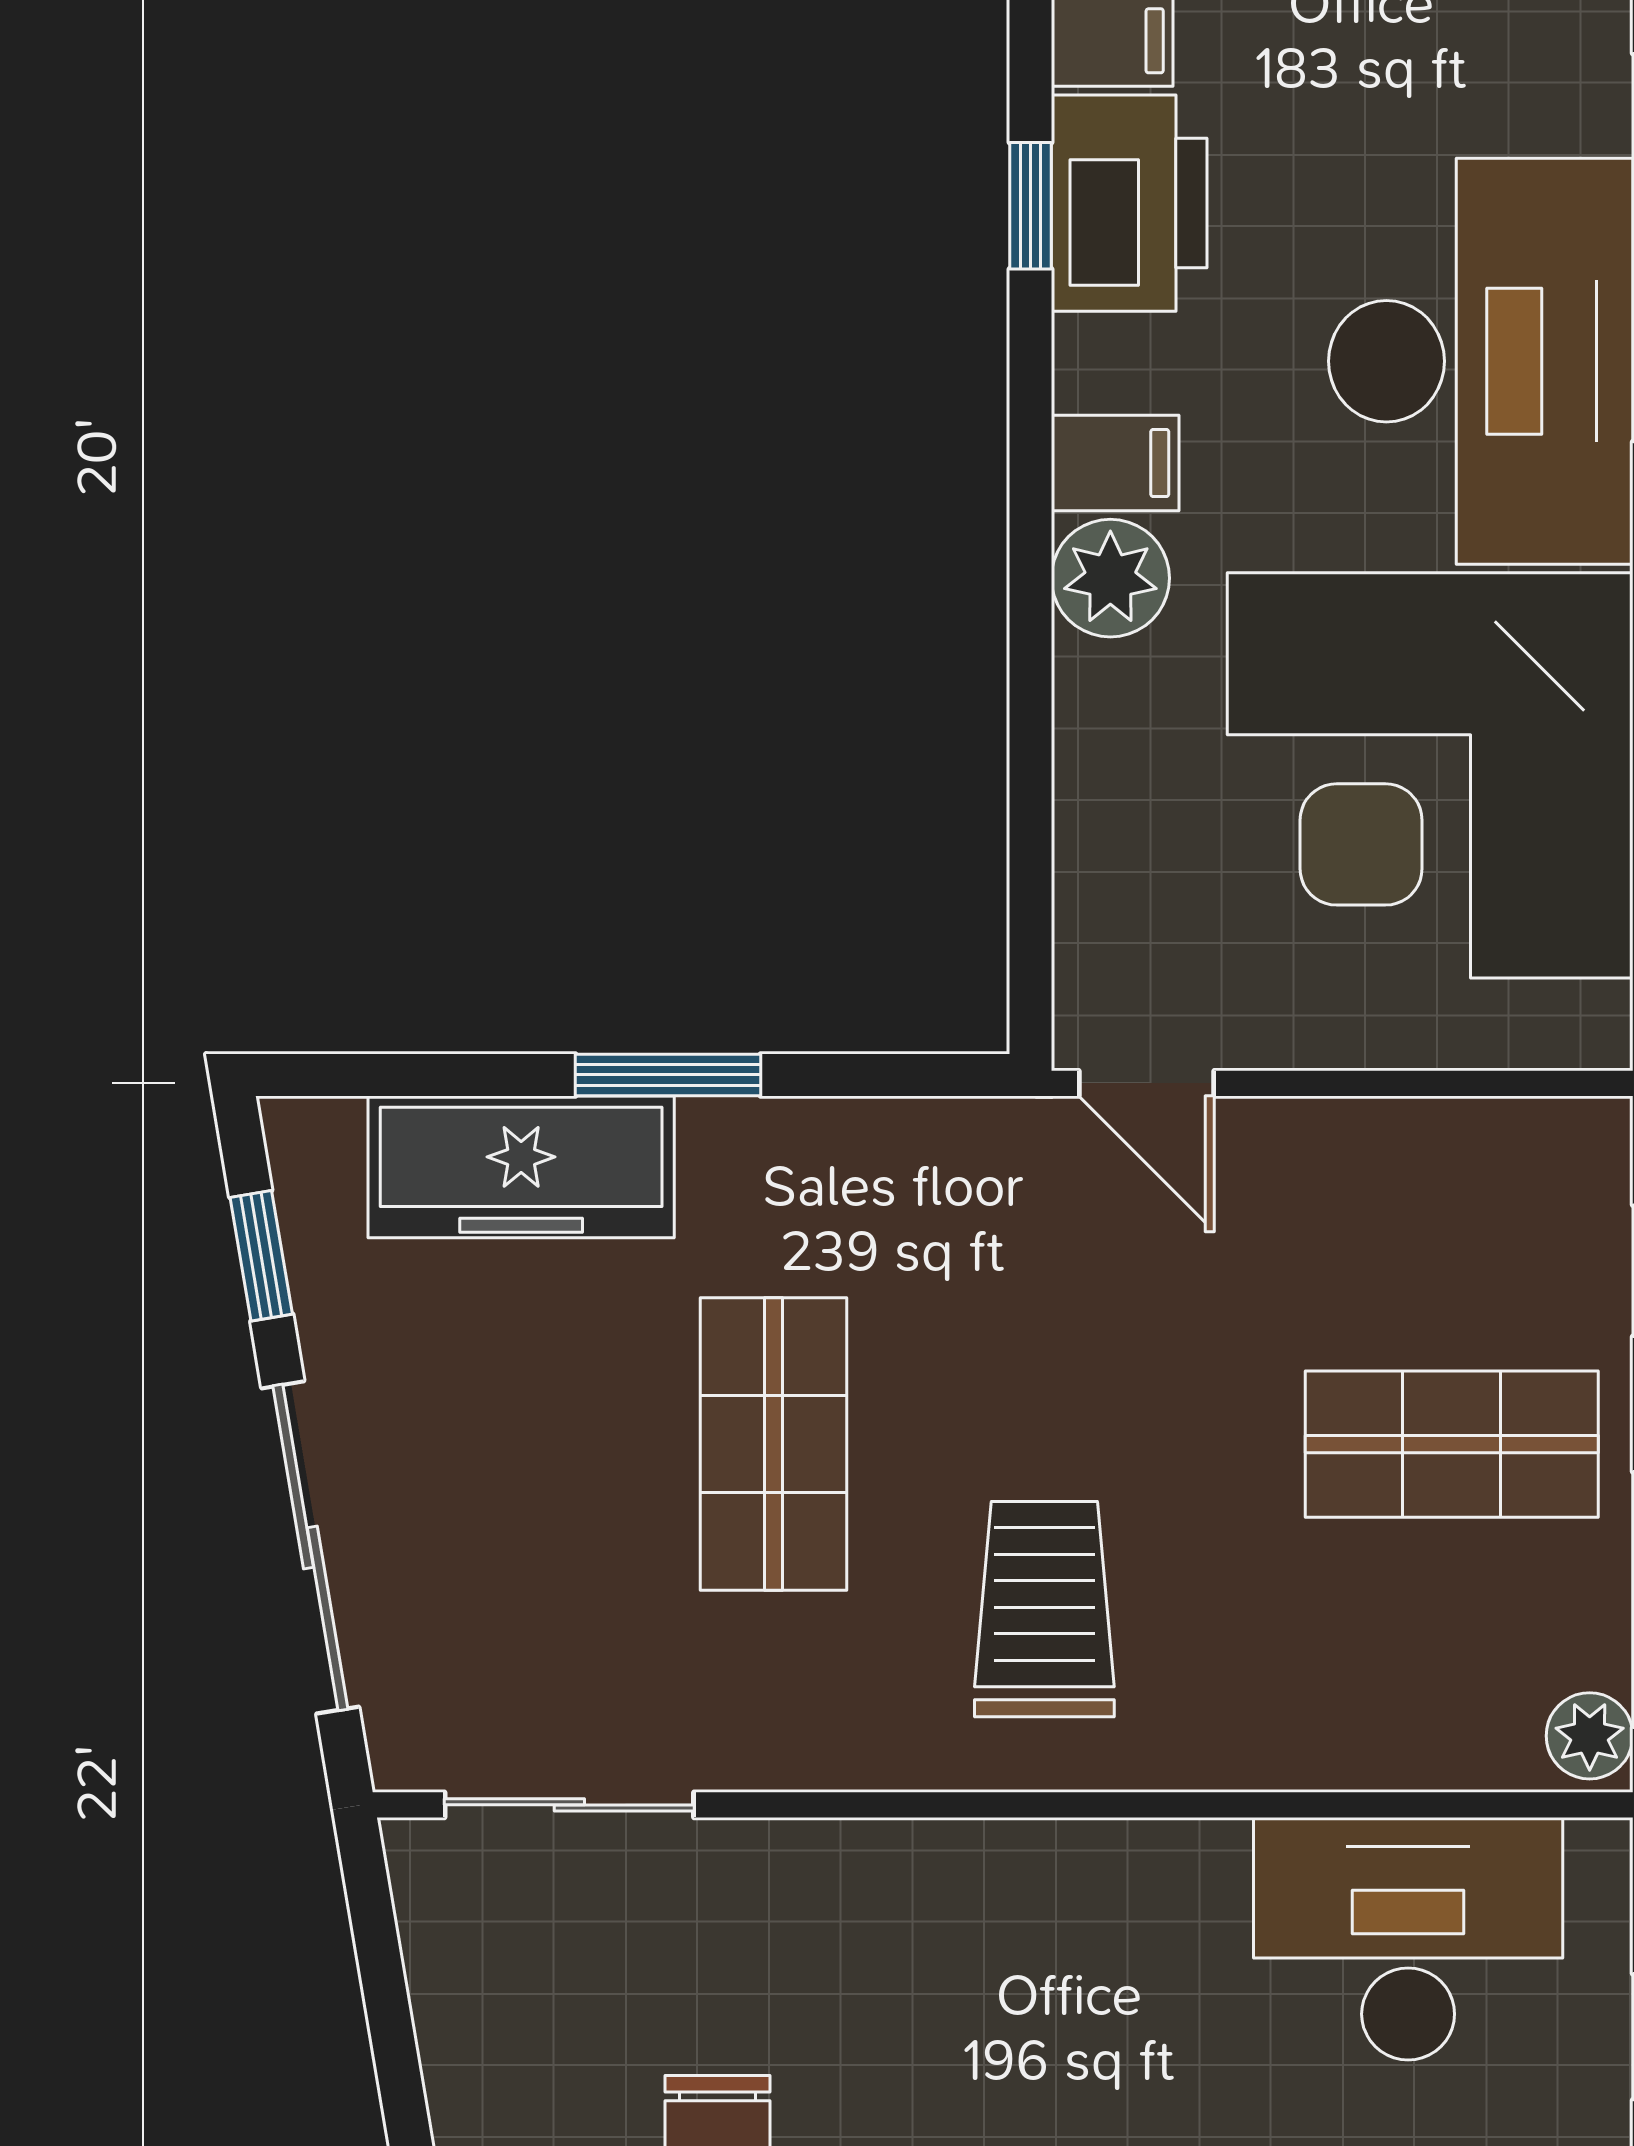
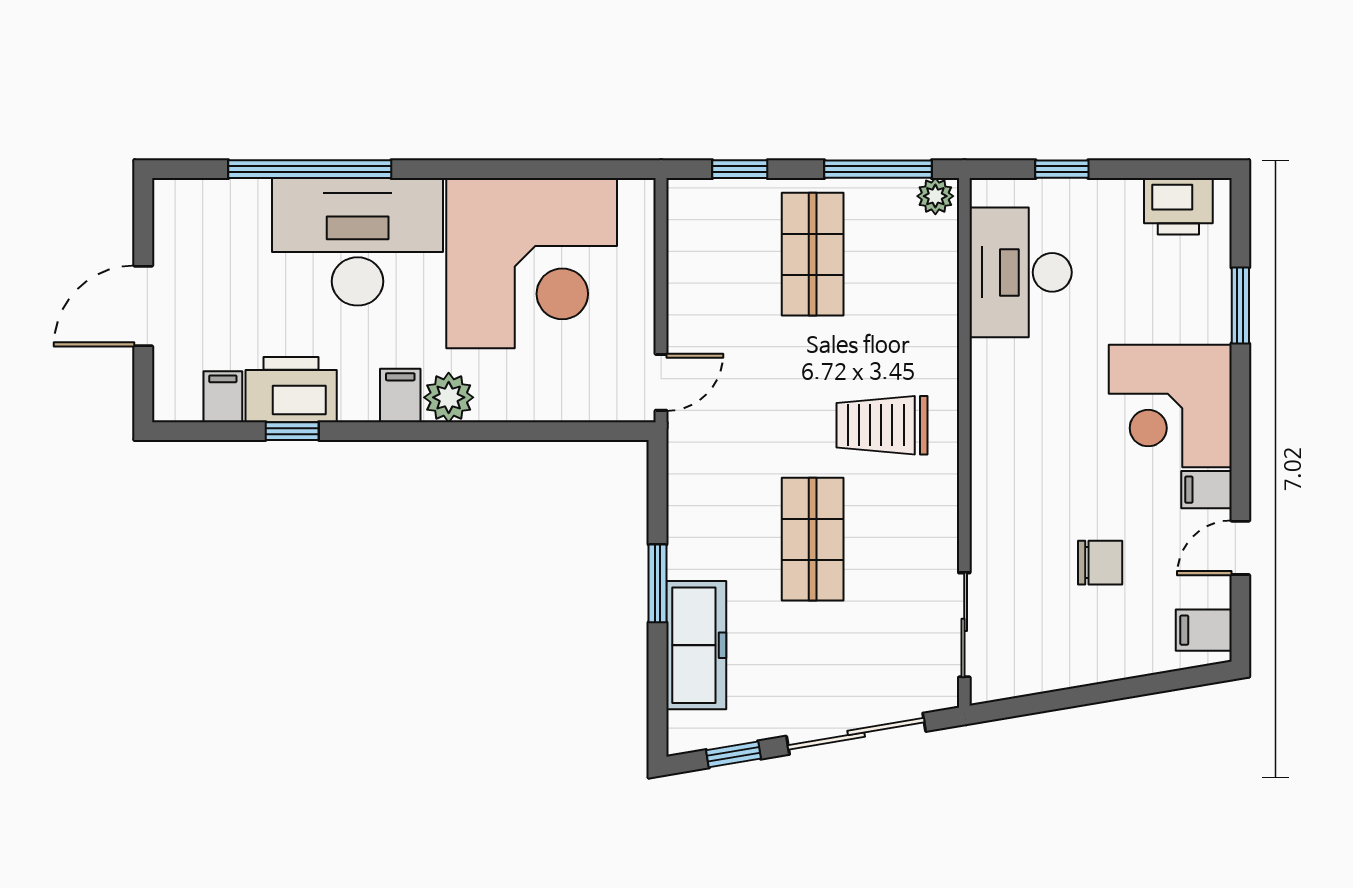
shop shelf: (773, 1444) -> (813, 539), turned 90

